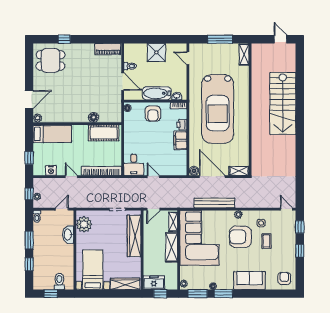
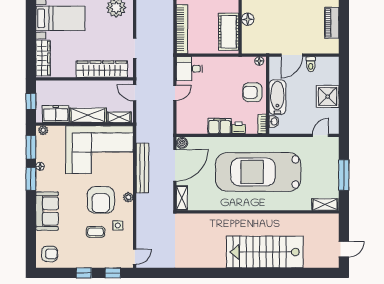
piano: (108, 49) -> (332, 23), moved
armchair: (240, 237) -> (101, 200), turned 180
freezer: (154, 283) -> (56, 114), moved, turned -90

